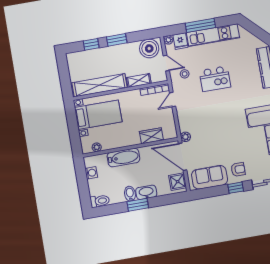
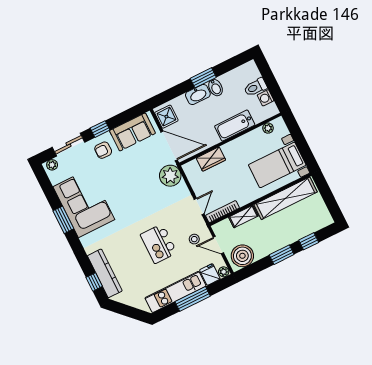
kitchen island: (215, 79) -> (159, 244), turned -90
plant: (185, 137) -> (170, 176), width x1.87, depth x1.87
toilet: (100, 201) -> (255, 87), moved

